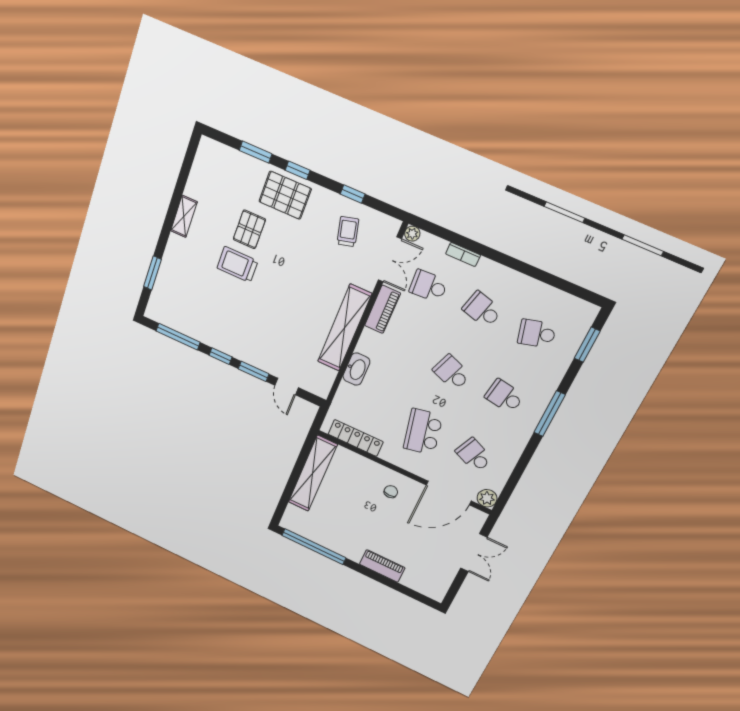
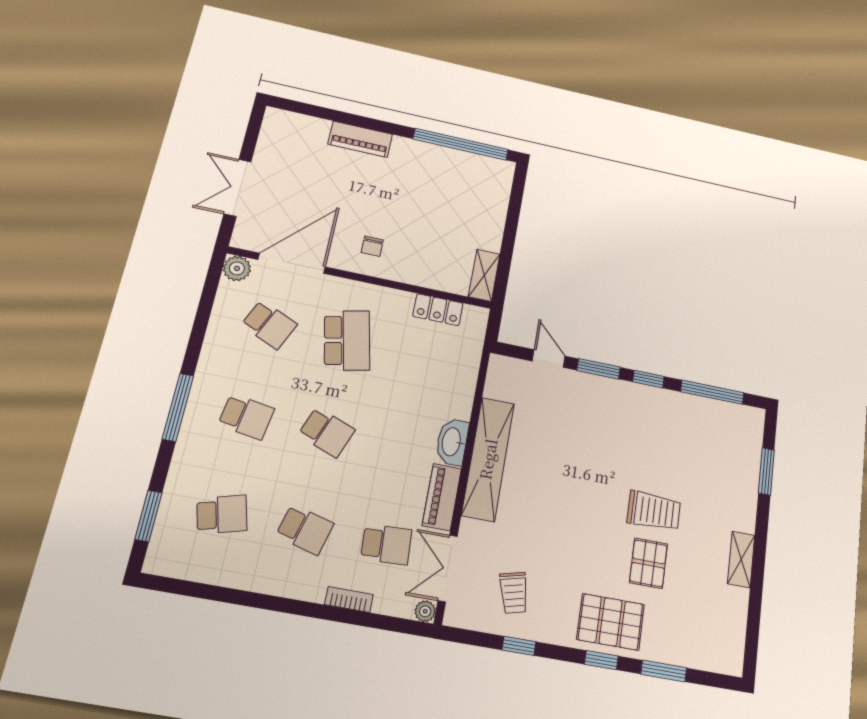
washbasin: (356, 369) -> (452, 442), moved
locker: (356, 438) -> (438, 310), width x0.66
shelving: (313, 474) -> (484, 275), width x0.45, depth x0.75

